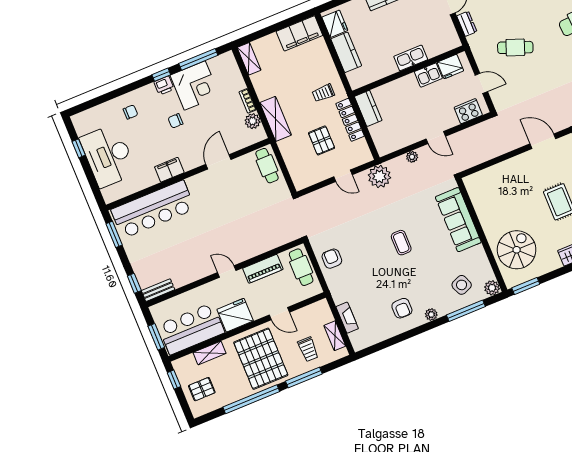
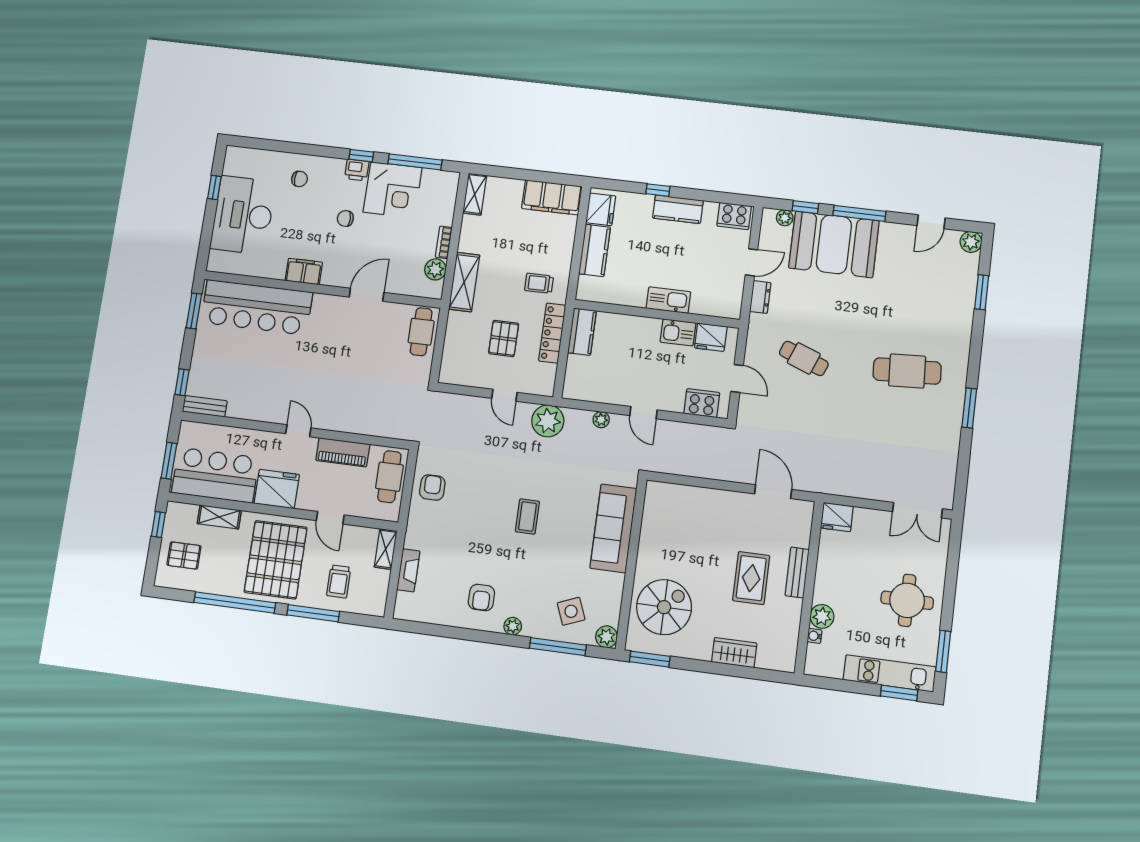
shelving: (335, 336) -> (386, 549), moved

